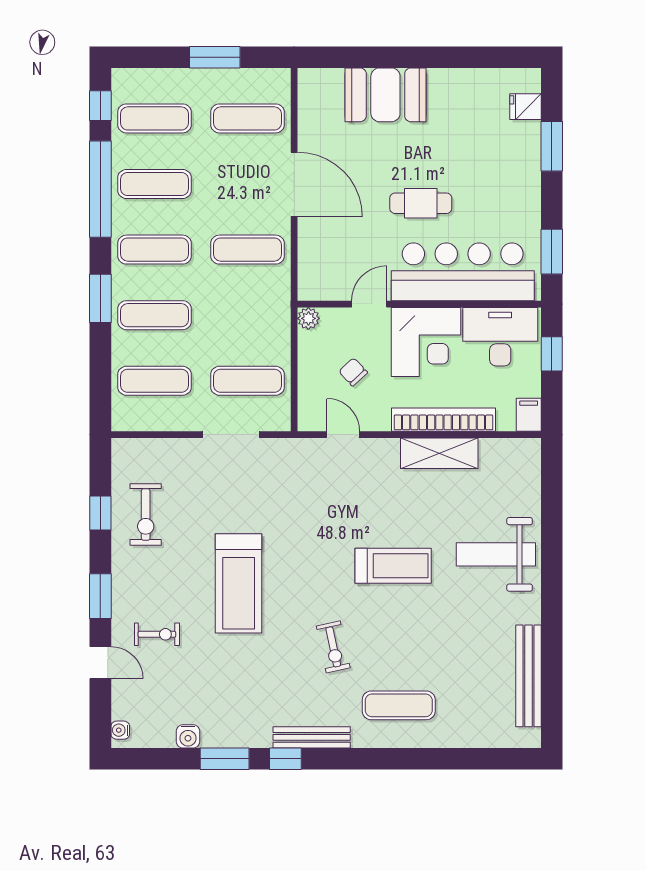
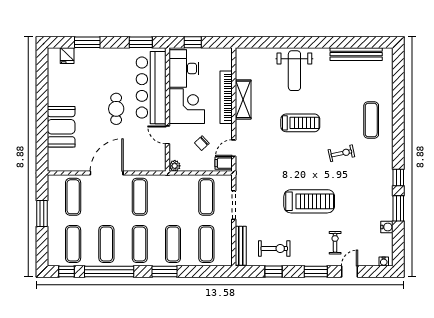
filing cabinet: (529, 415) -> (224, 163), moved
treadmill: (393, 566) -> (300, 123), turned 90
bench: (312, 737) -> (241, 246), moved

